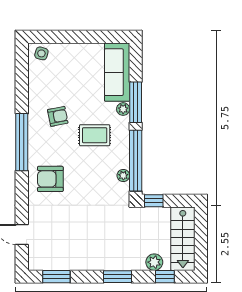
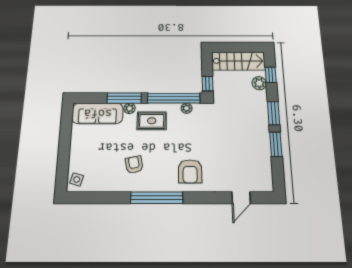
rug: (95, 135) -> (152, 121), moved, turned 90
window: (56, 277) -> (276, 144), moved

